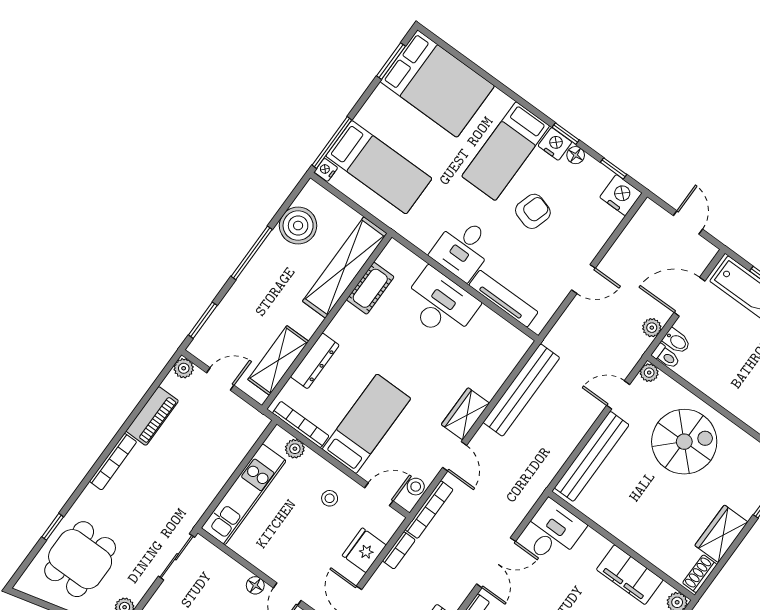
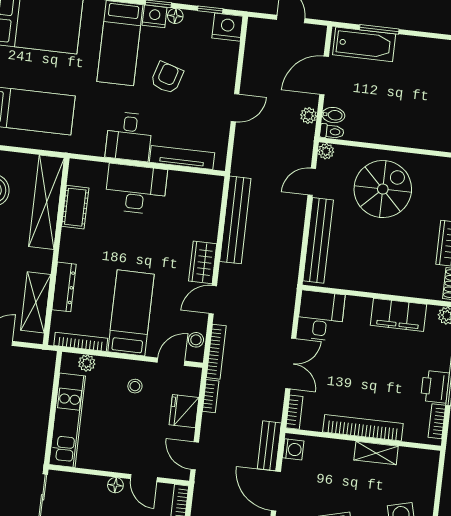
door: (455, 456) -> (213, 300), swing flipped

